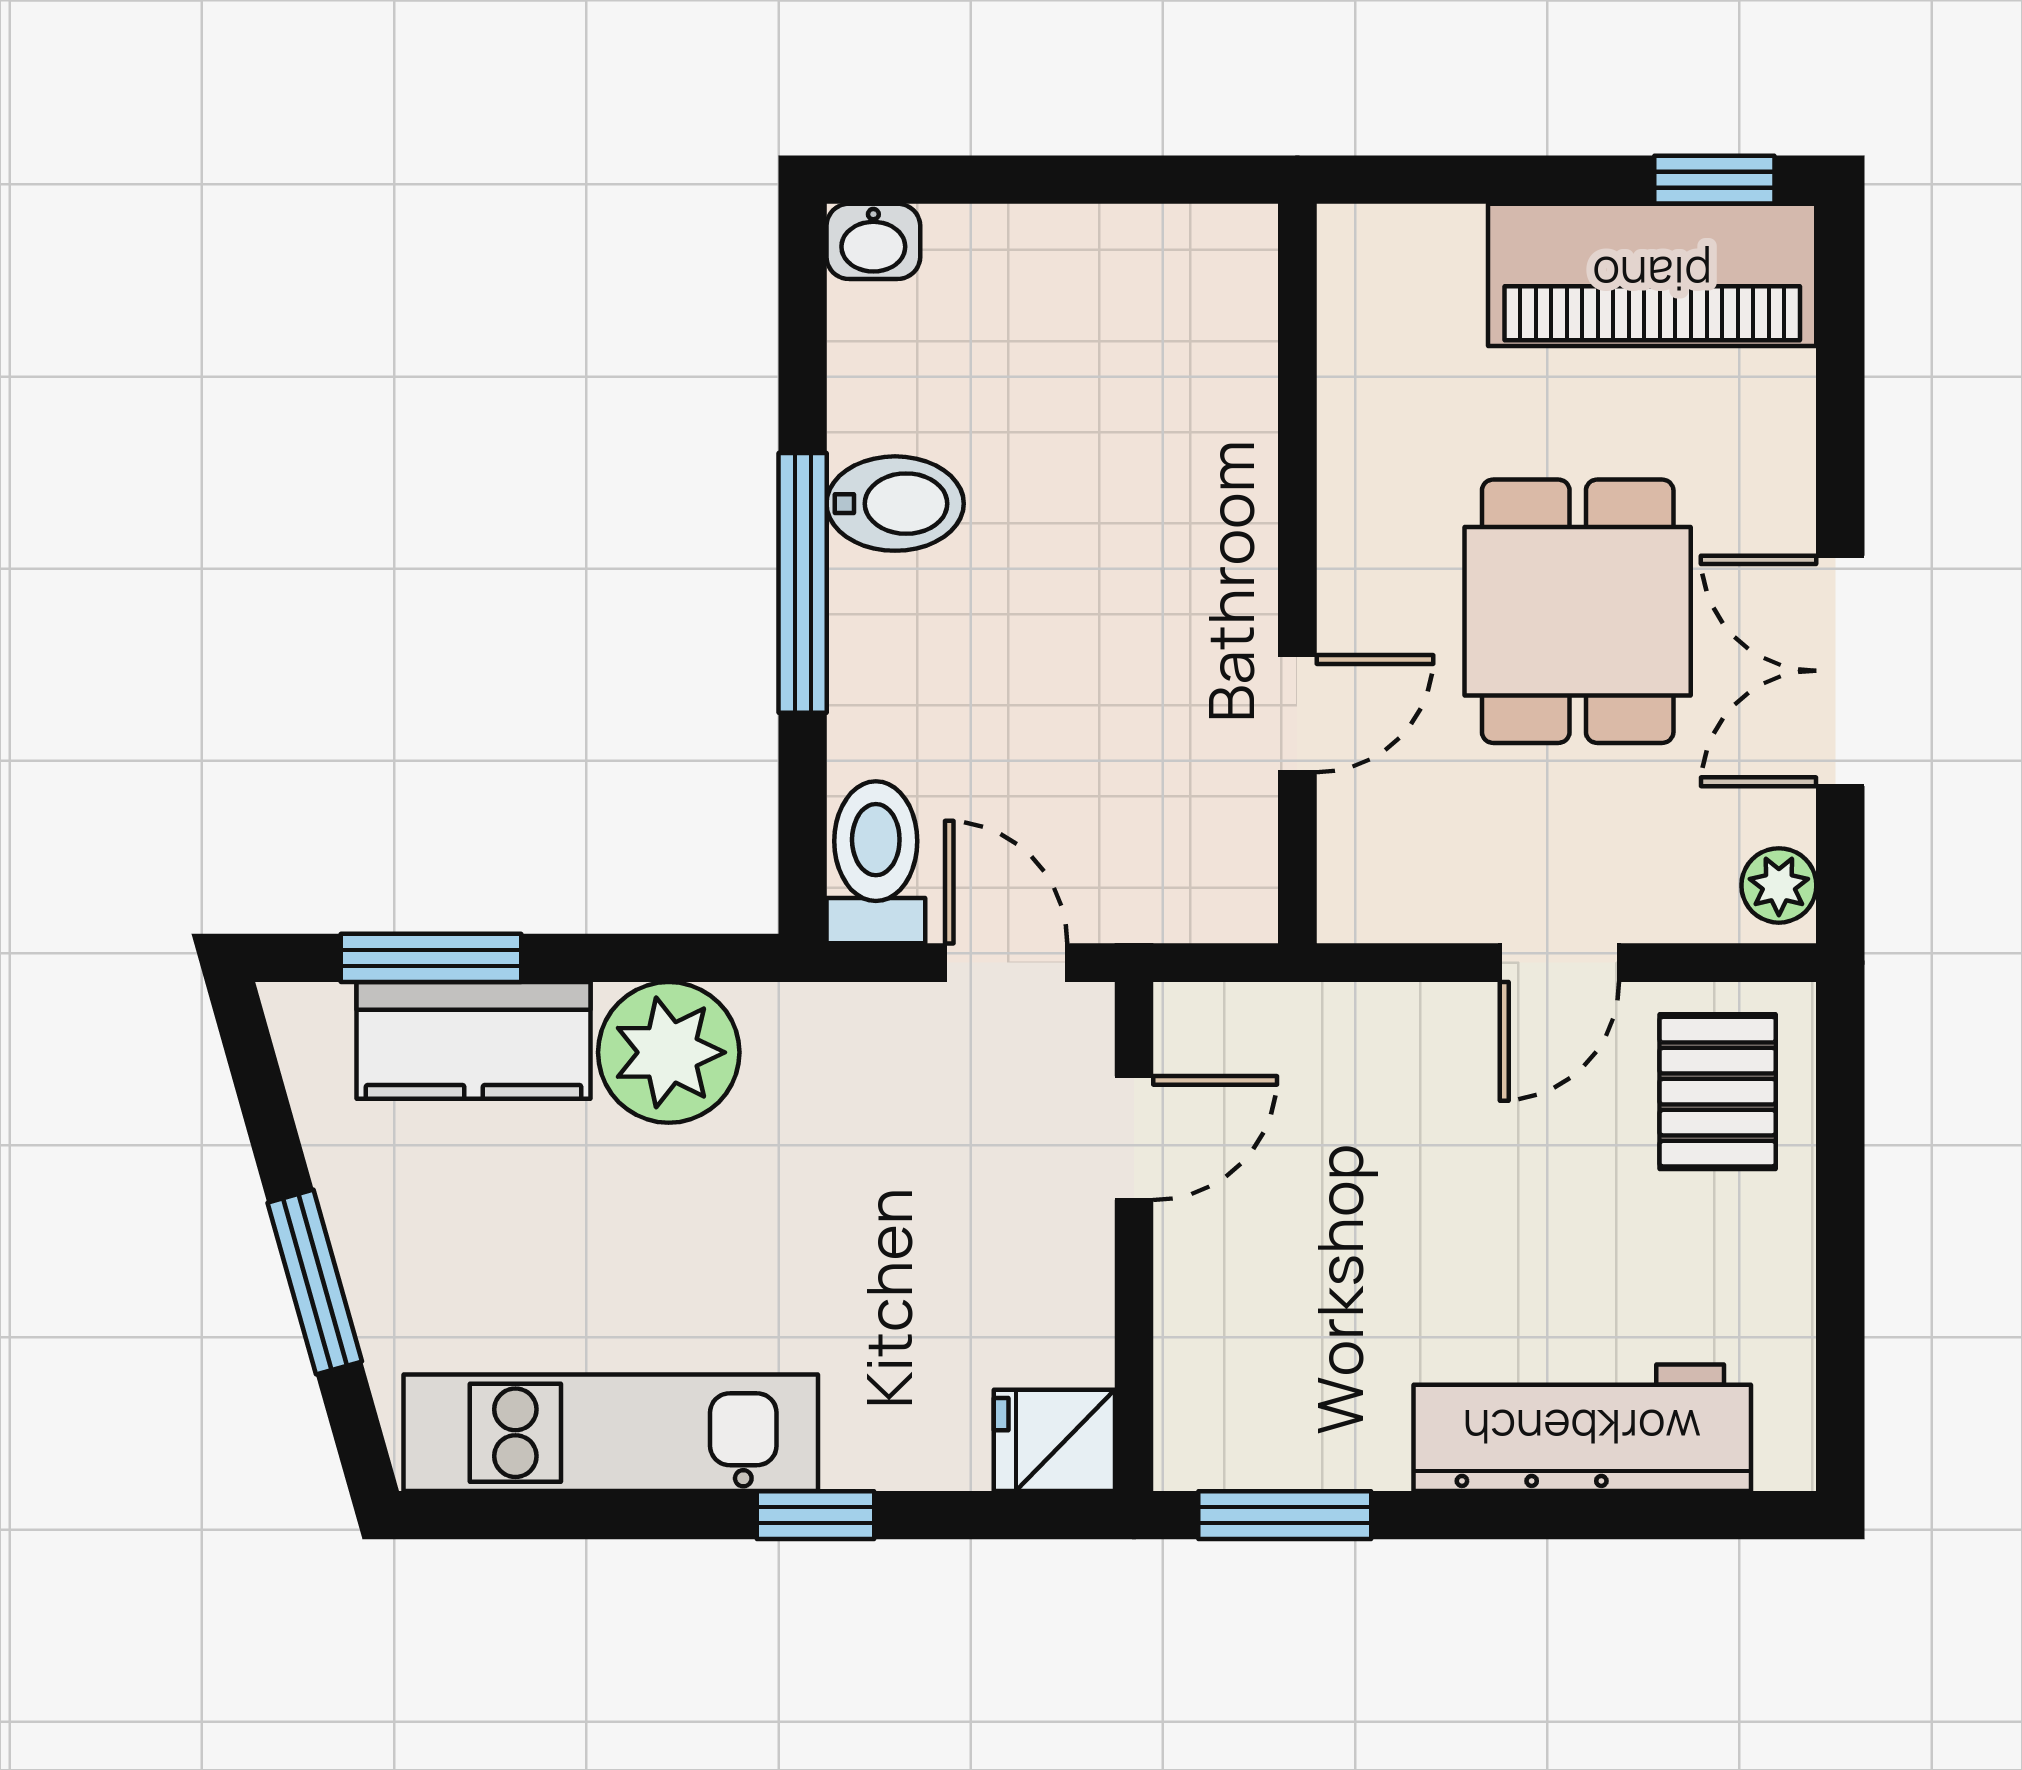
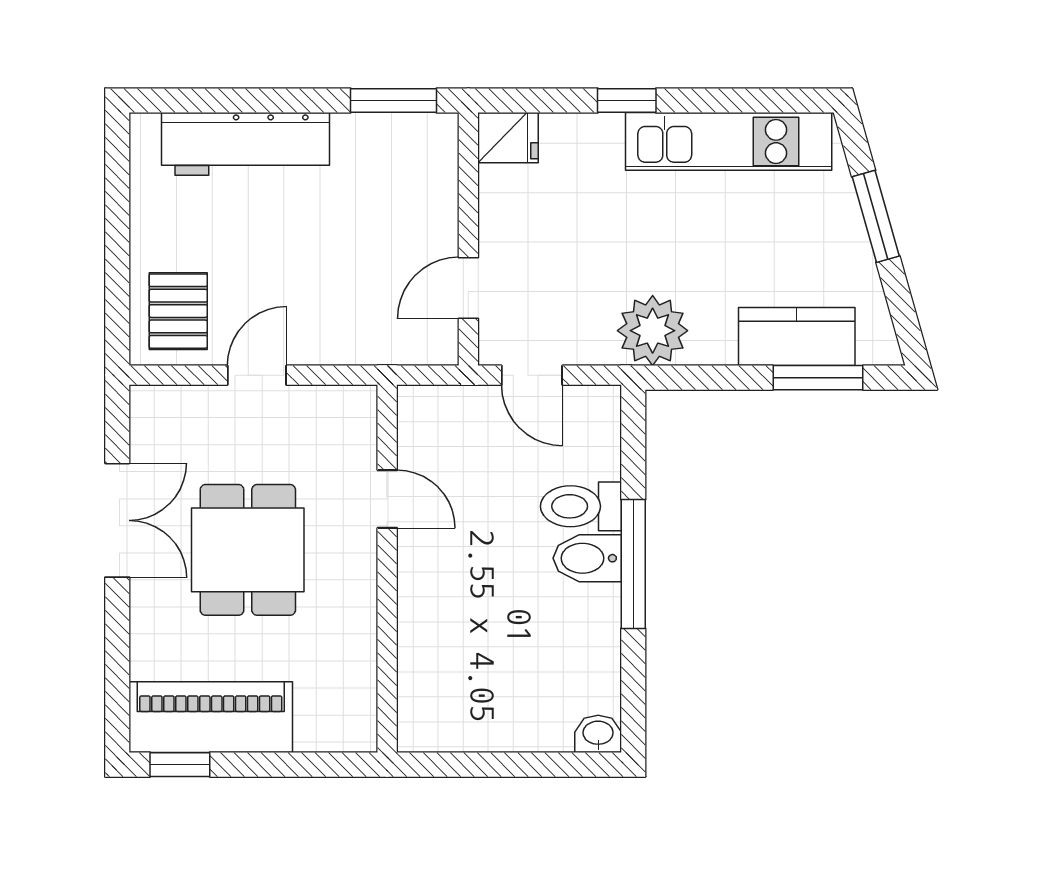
bidet: (895, 504) -> (587, 558), moved
door: (1297, 714) -> (387, 499), swing flipped
toilet: (876, 862) -> (581, 506), moved, turned 90
plant: (1779, 885) -> (148, 414), removed
plant: (669, 1052) -> (653, 331), moved

